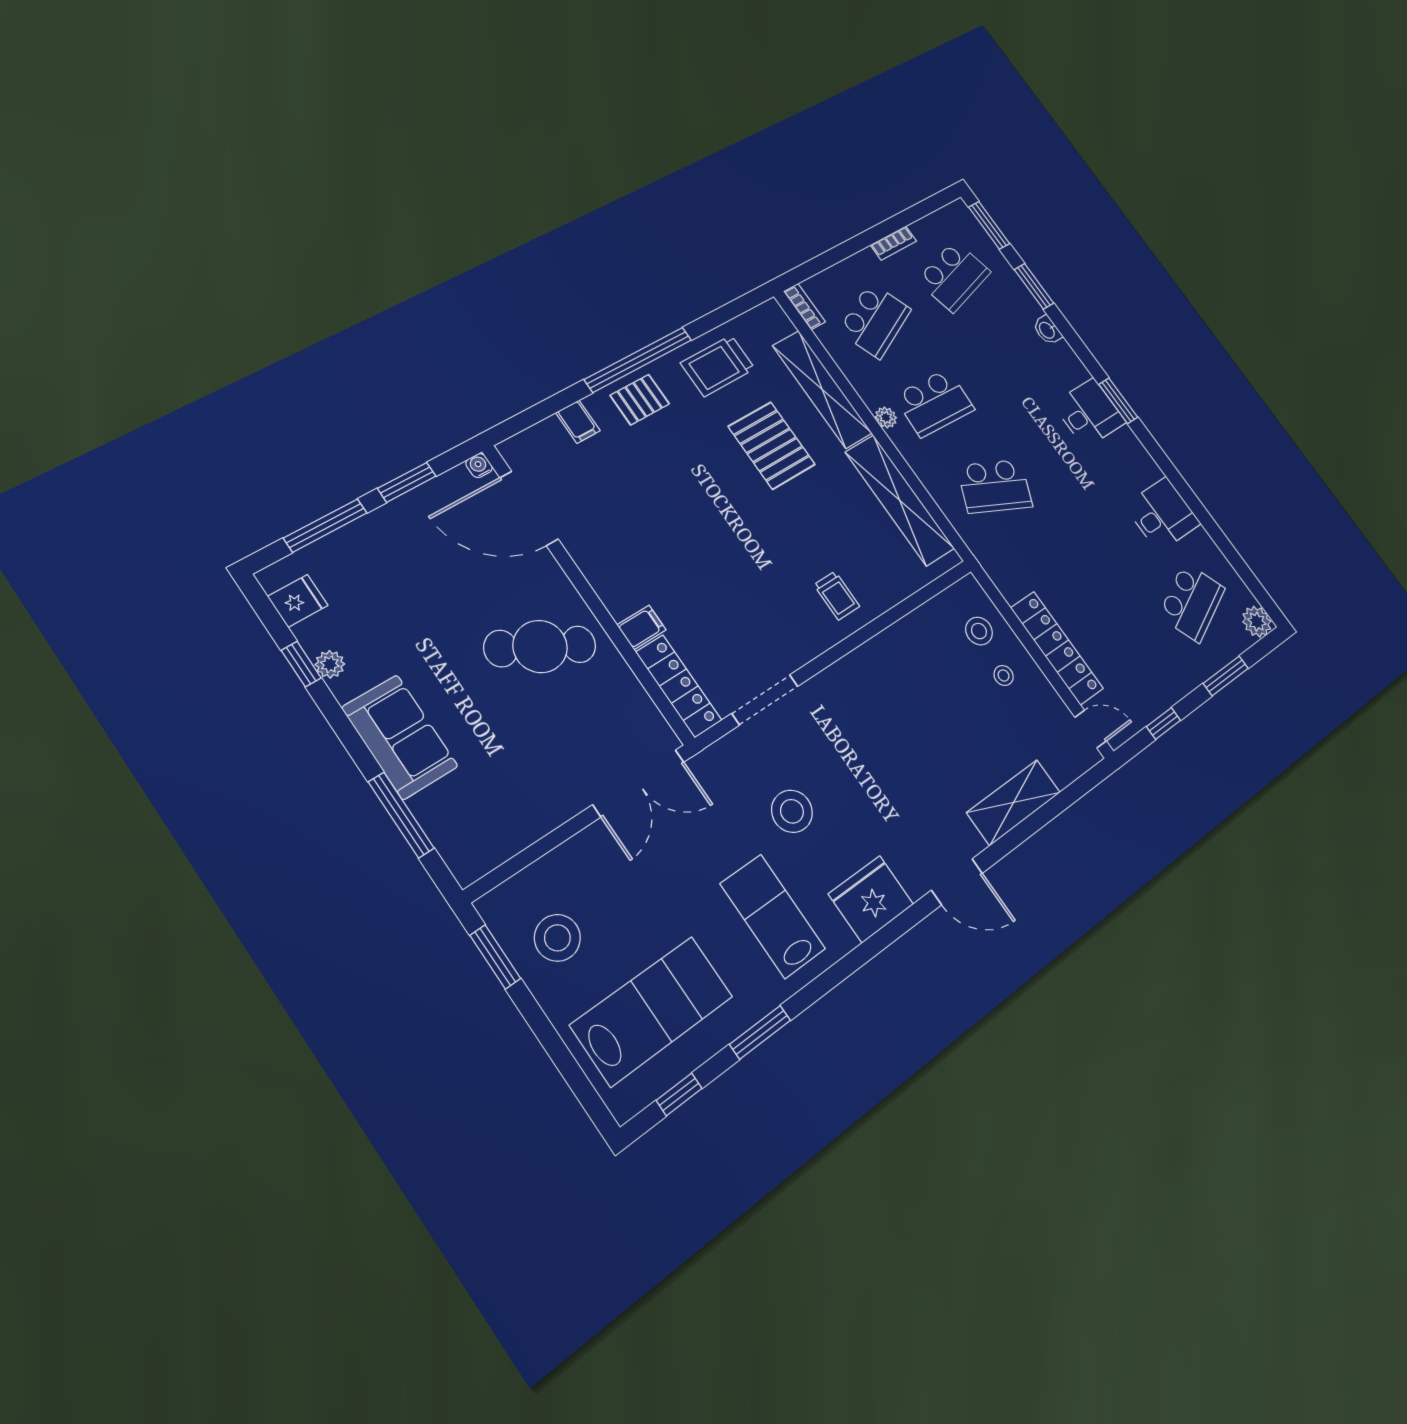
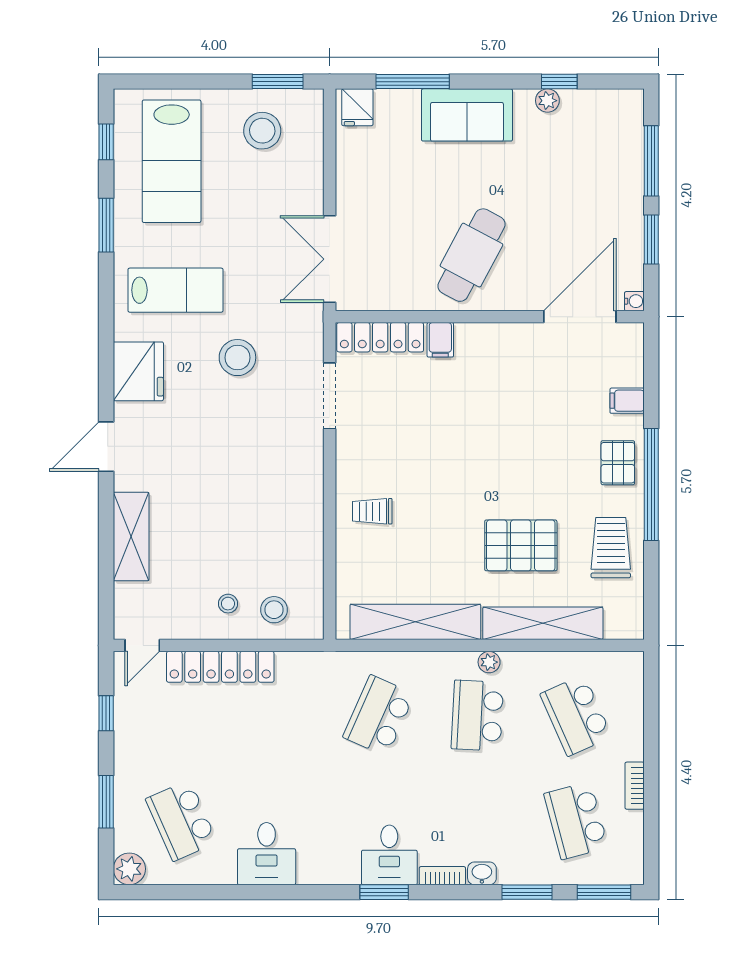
bookcase: (804, 307) -> (442, 876), moved, turned 180
fridge: (298, 601) -> (357, 107), moved

